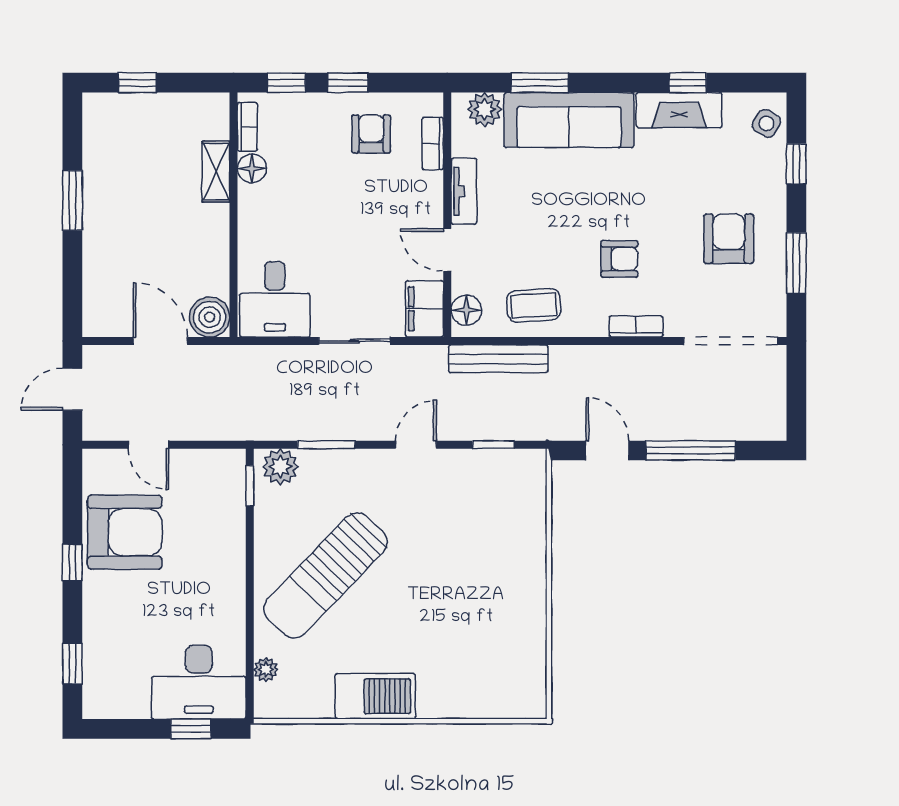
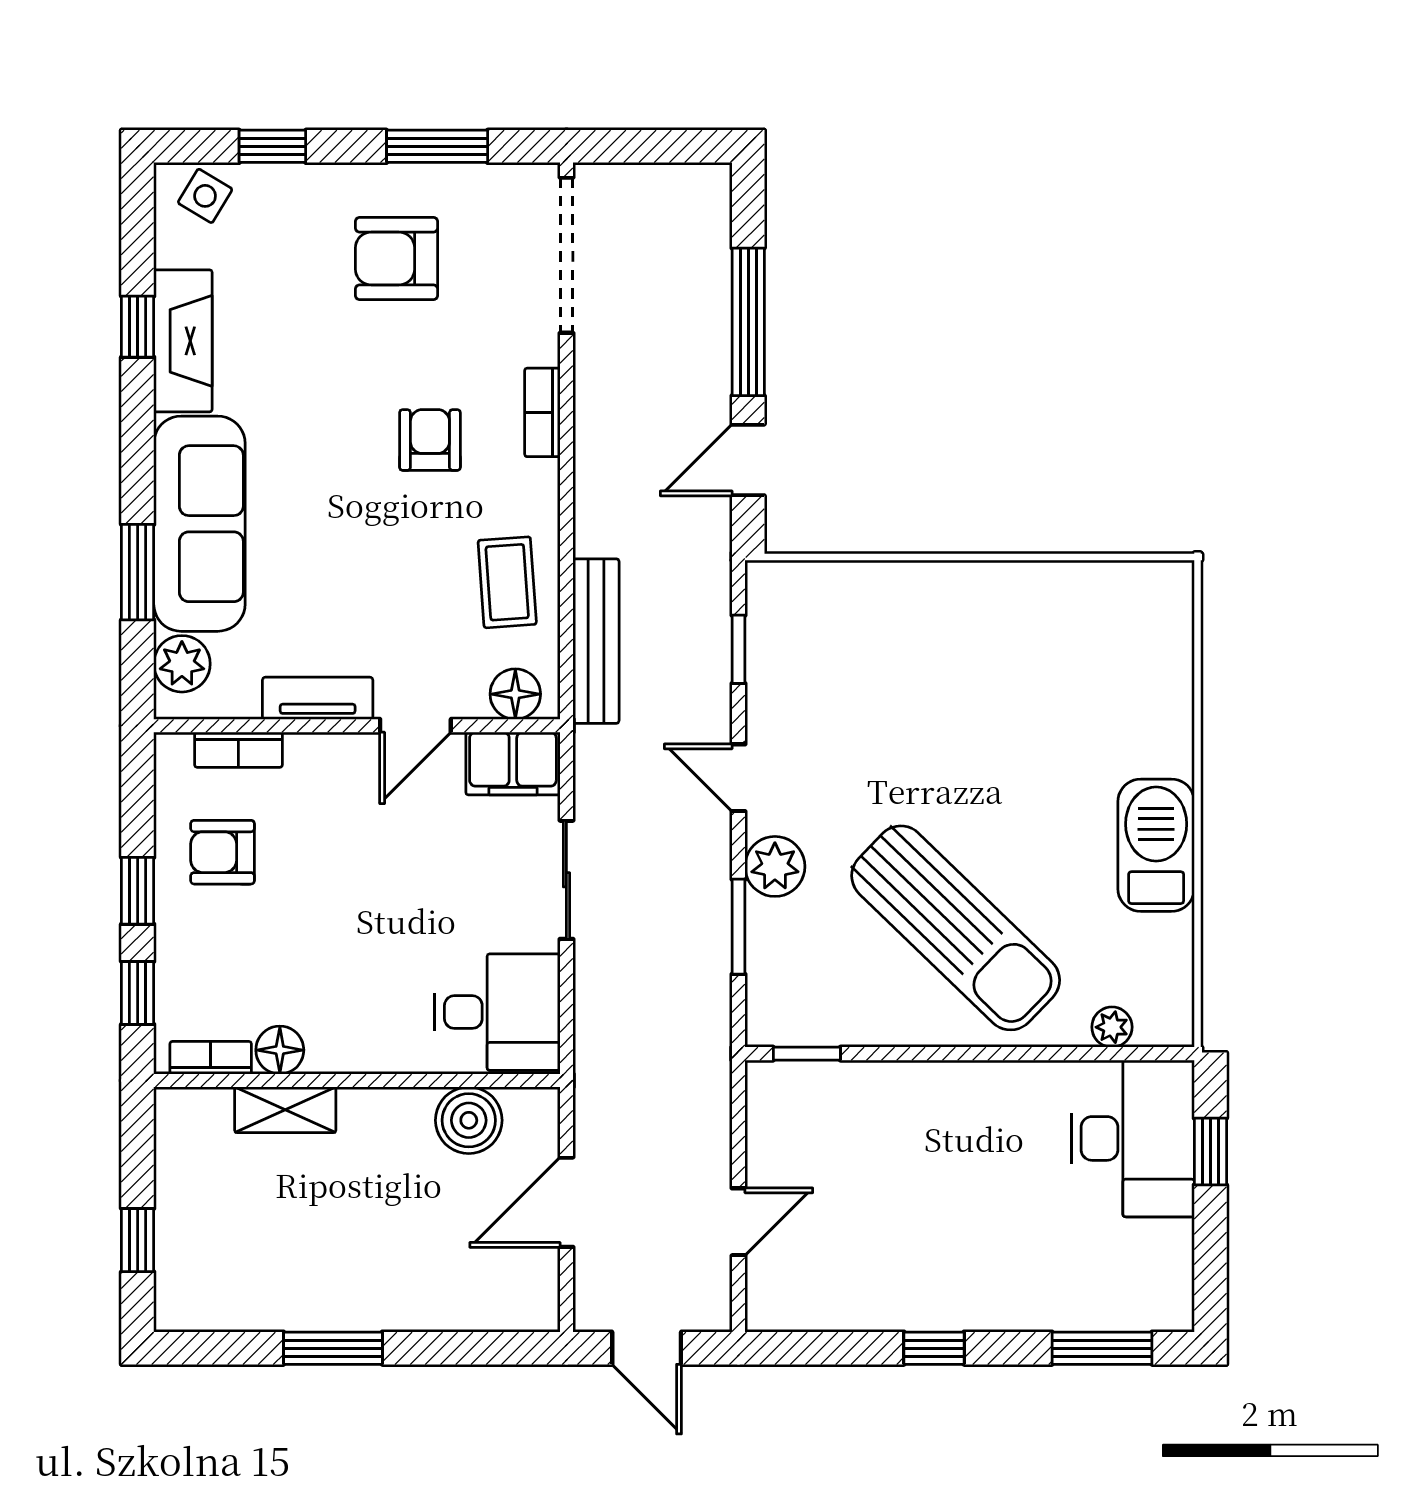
boiler: (210, 317) -> (469, 1120), moved
plant: (280, 467) -> (775, 866), moved
armchair: (125, 532) -> (884, 1261), removed
window: (72, 664) -> (1102, 1348), width x1.50

